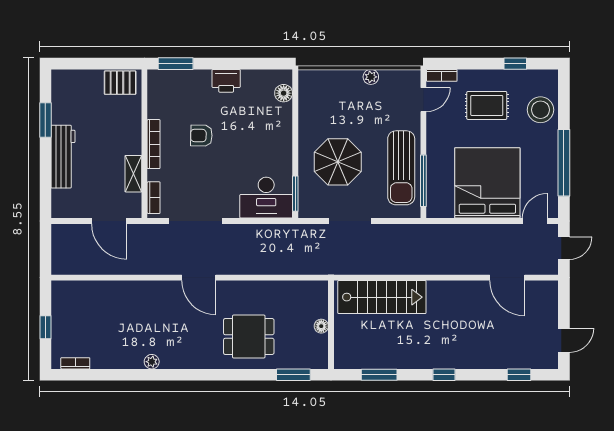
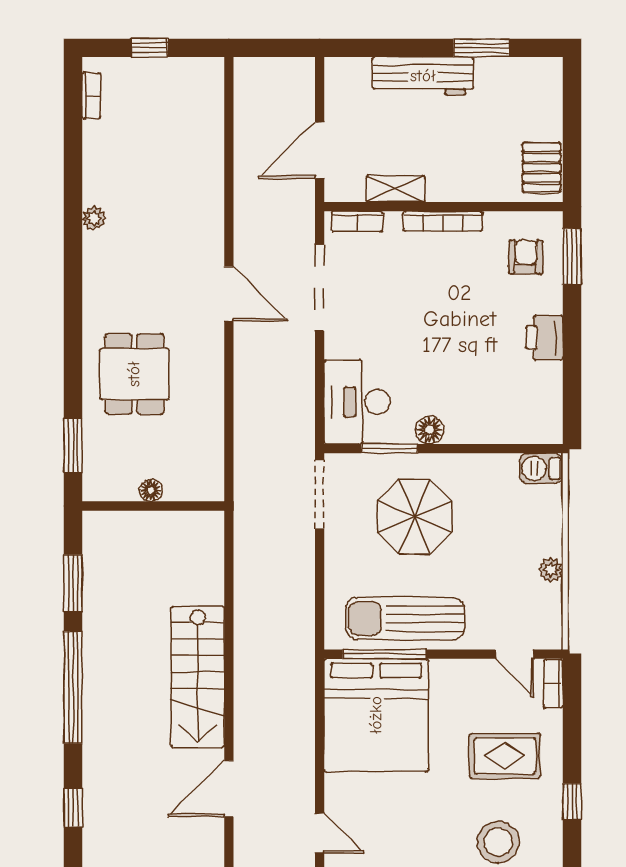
barbecue: (308, 83) -> (541, 469), added
floor lamp: (284, 93) -> (430, 430), moved
rug: (487, 105) -> (505, 756), turned 90
armchair: (201, 136) -> (526, 257), moved
bed: (487, 183) -> (376, 715), moved, turned 90
window: (295, 194) -> (389, 449), moved
doorway: (350, 221) -> (320, 495), moved
door: (199, 278) -> (229, 294), swing flipped
stairs: (382, 297) -> (198, 677), moved
window: (444, 375) -> (73, 687), width x3.17

